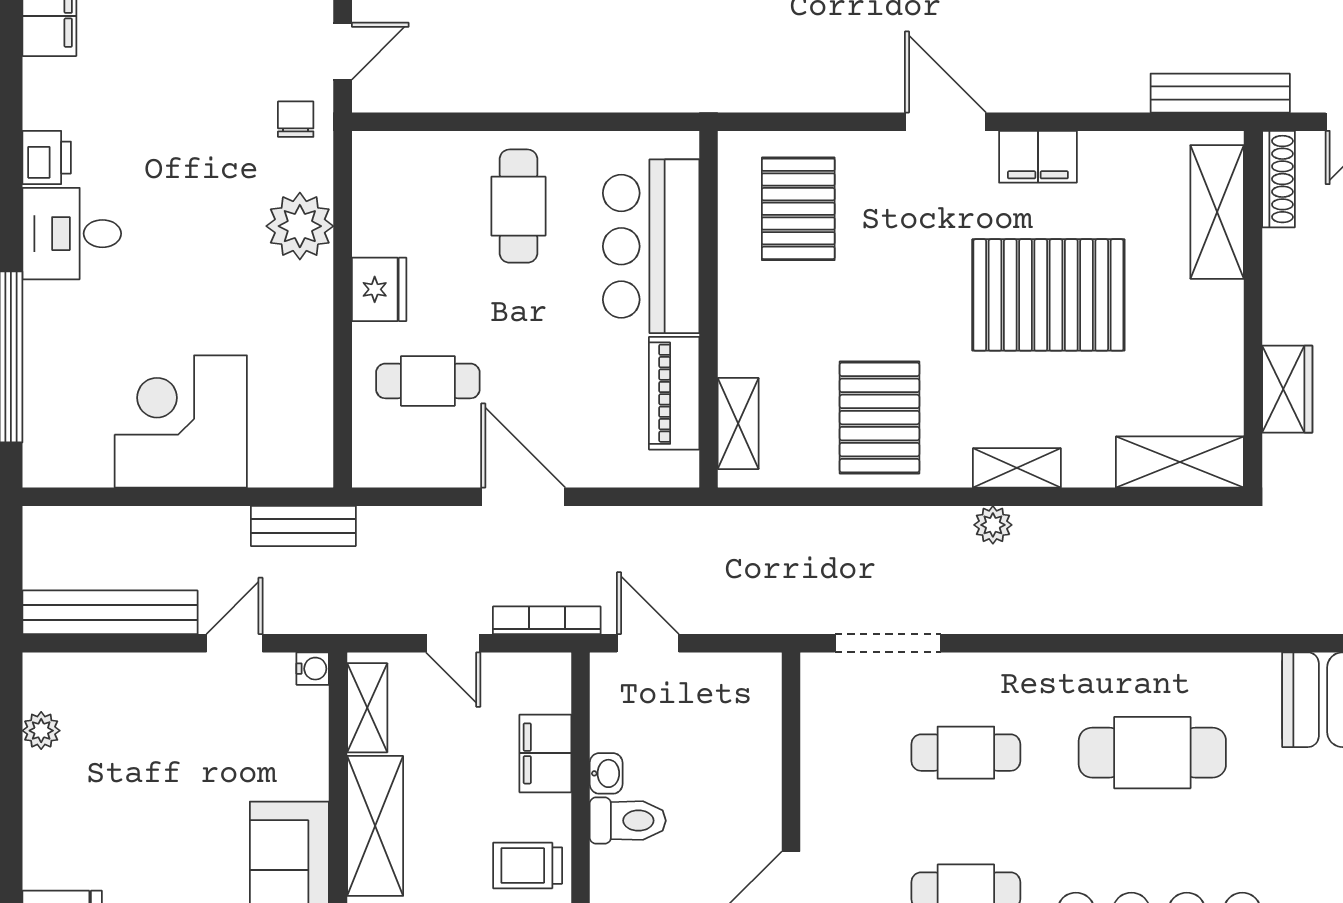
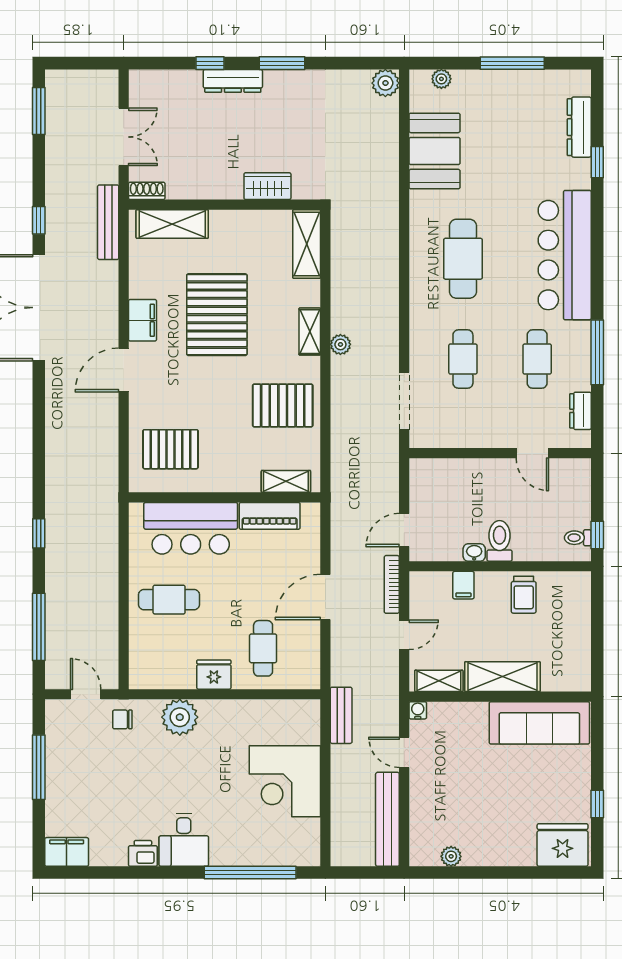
shoe rack: (1278, 179) -> (147, 191), width x0.70
filing cabinet: (545, 753) -> (463, 585), width x0.50

